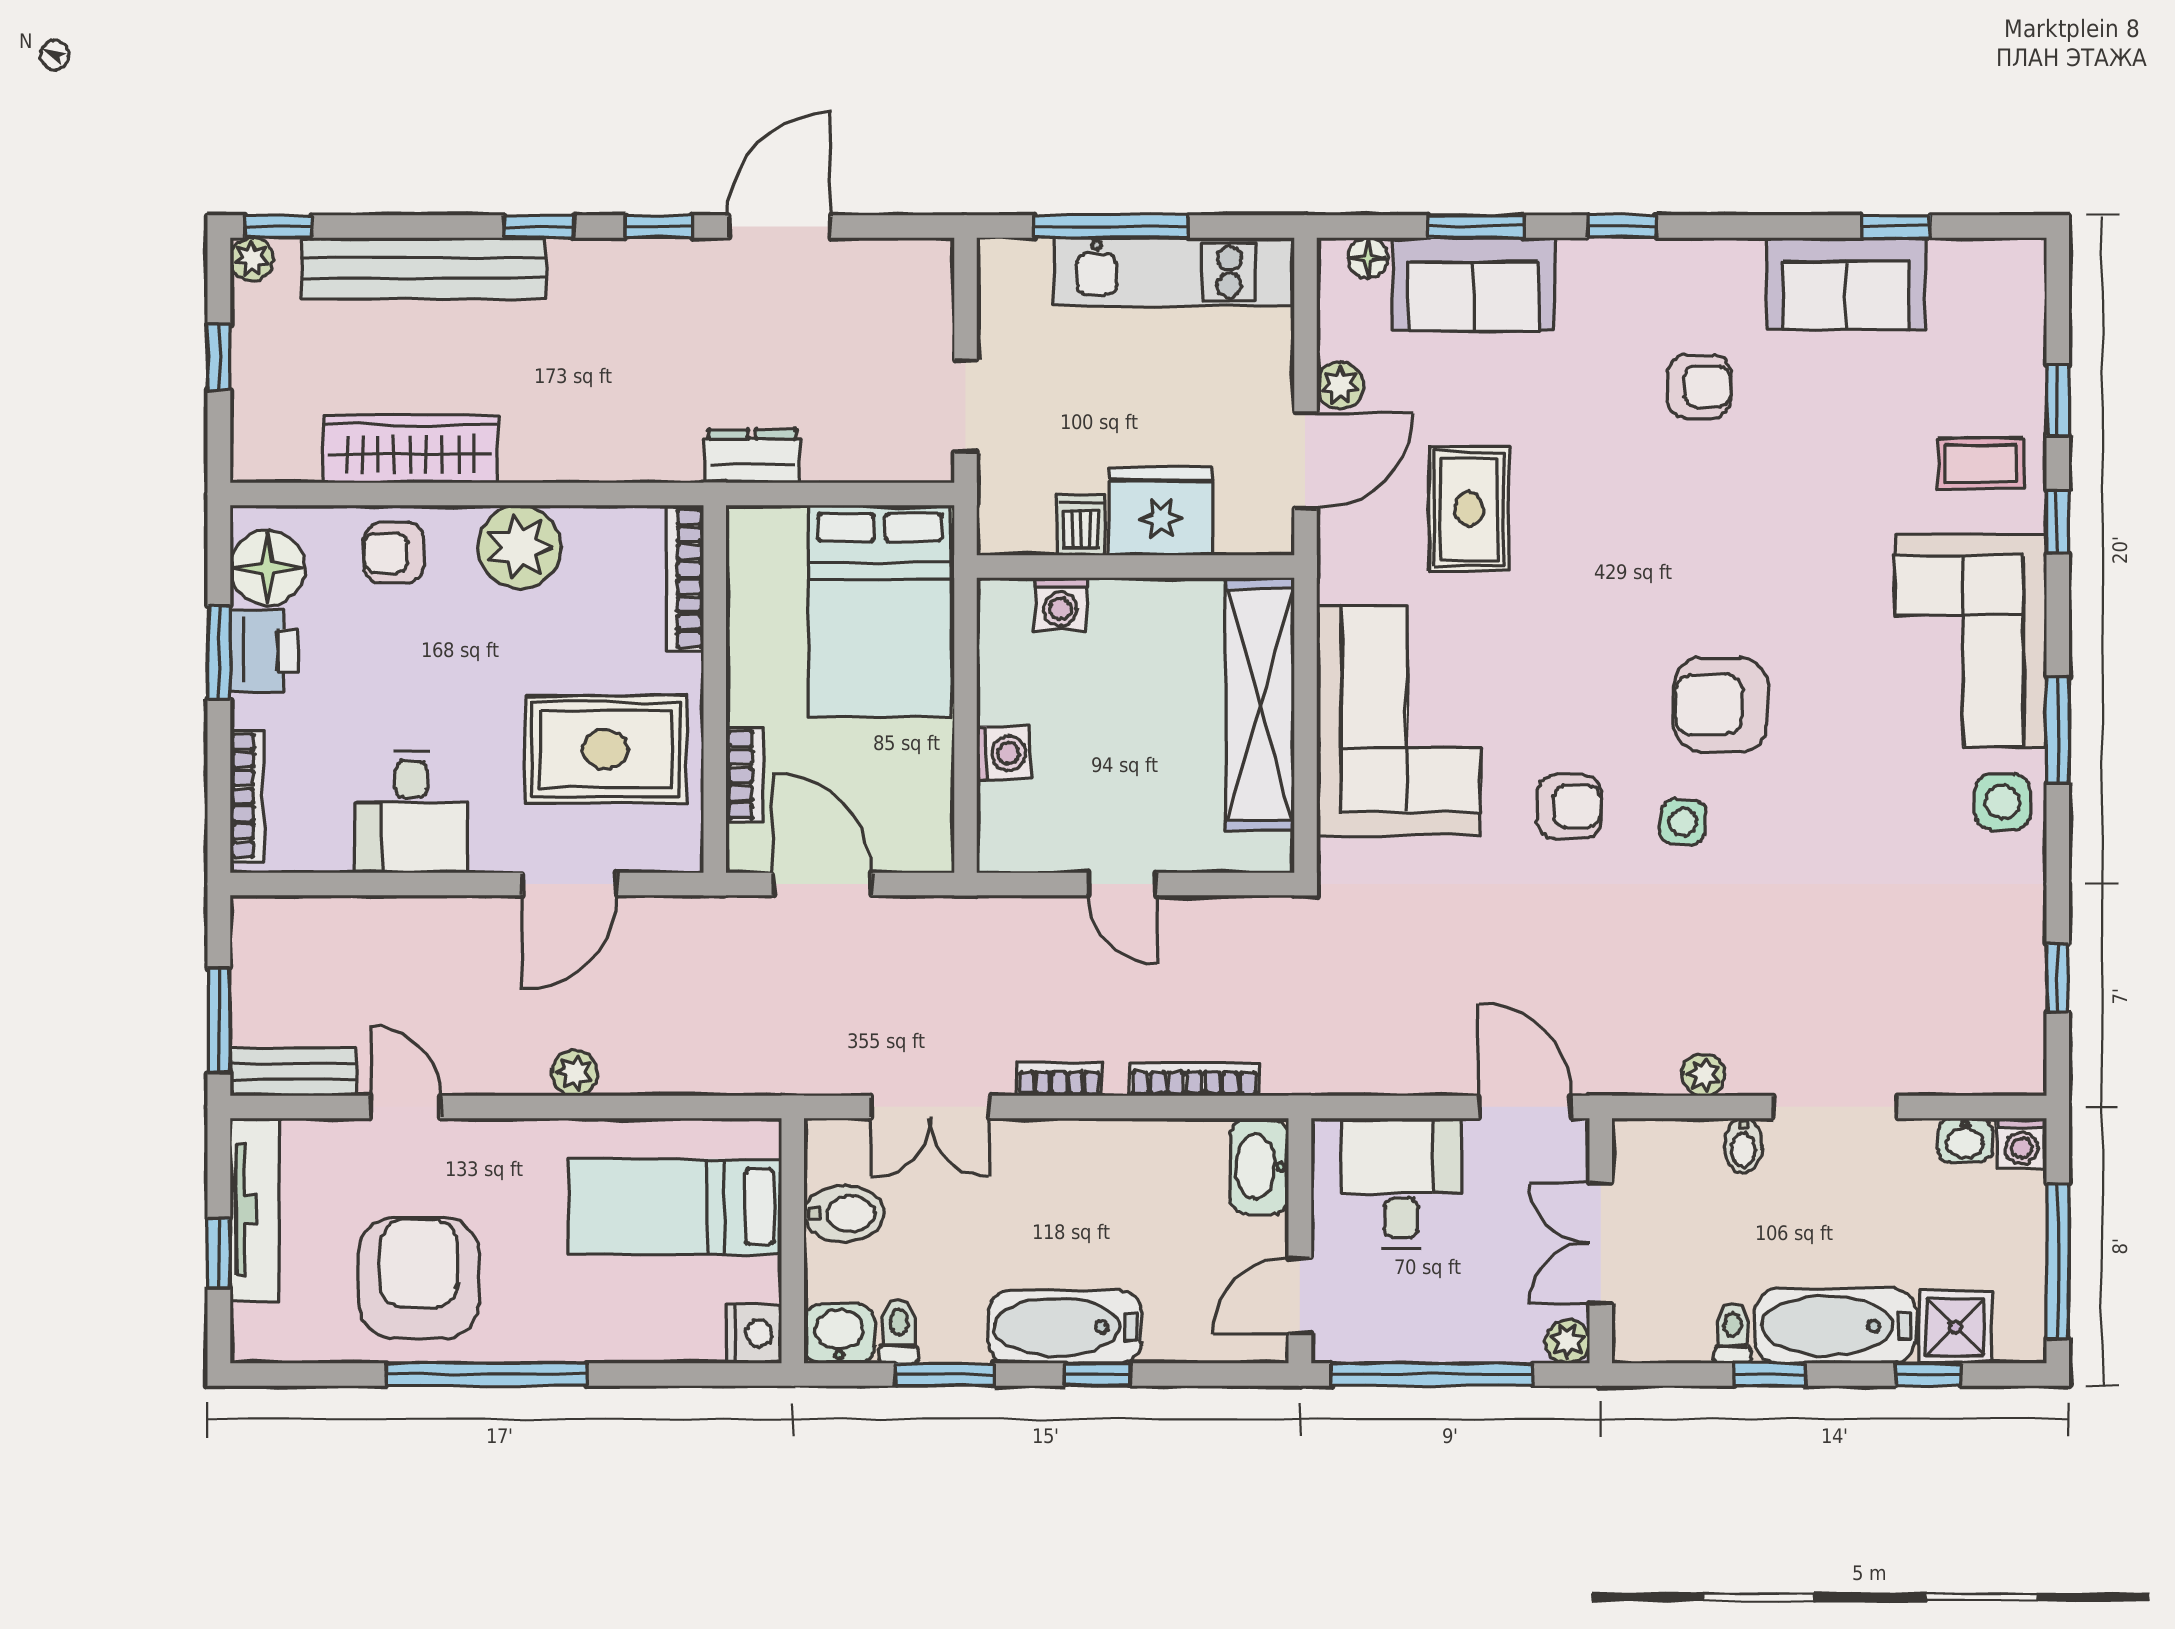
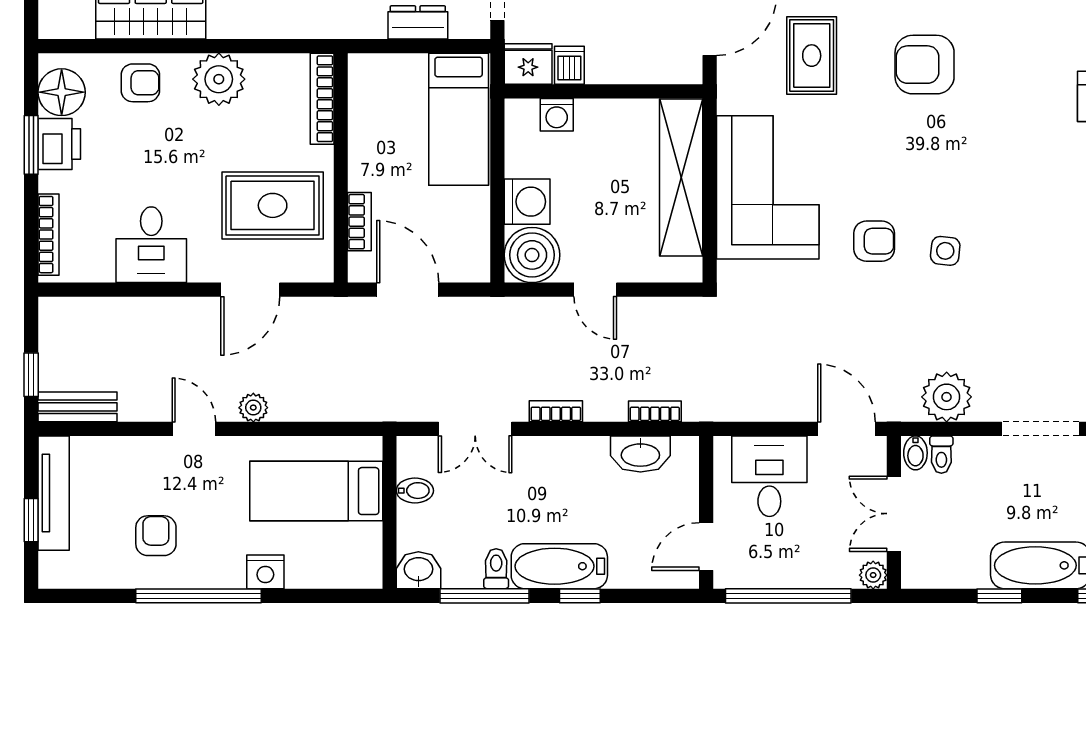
dresser: (752, 456) -> (418, 22), moved
fridge: (1161, 511) -> (528, 64), moved, width x0.73, depth x0.75
armchair: (394, 553) -> (140, 83), turned 180
bed: (880, 611) -> (459, 119), width x0.67
armchair: (1720, 705) -> (925, 65), moved
washing machine: (1003, 753) -> (527, 202), width x1.38, depth x1.38
boiler: (1021, 829) -> (532, 255), added
window: (219, 1020) -> (31, 375), width x0.67
plant: (1704, 1075) -> (947, 397), width x1.87, depth x1.87
bookcase: (1194, 1079) -> (655, 411), width x0.64
door: (405, 1107) -> (194, 429), moved
bidet: (1743, 1146) -> (915, 453), moved
washbasin: (1260, 1166) -> (640, 454), moved, turned -90
bidet: (844, 1214) -> (415, 491), width x0.72, depth x0.74
armchair: (419, 1278) -> (156, 536), width x0.53, depth x0.53
toilet: (899, 1331) -> (496, 569), moved
toilet: (1733, 1333) -> (941, 455), moved, turned 180
nightstand: (754, 1334) -> (265, 572), moved, turned 90
window: (945, 1374) -> (485, 596), width x1.44

